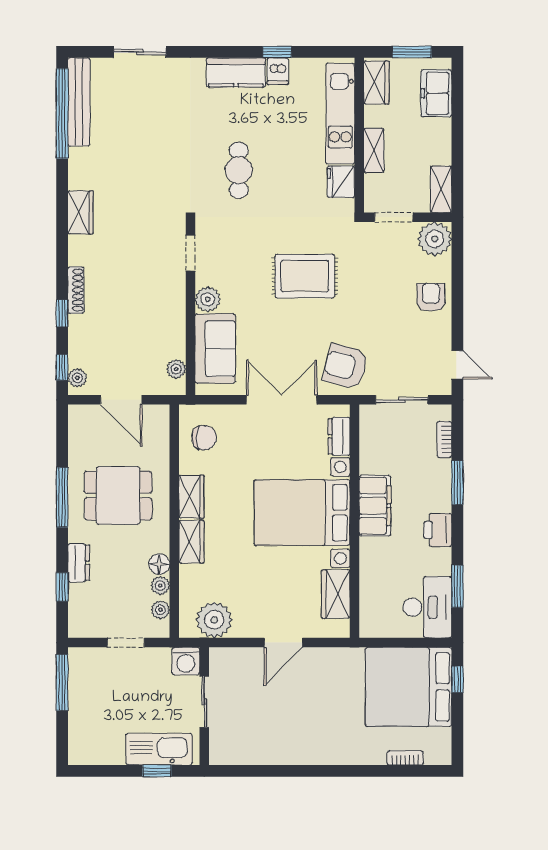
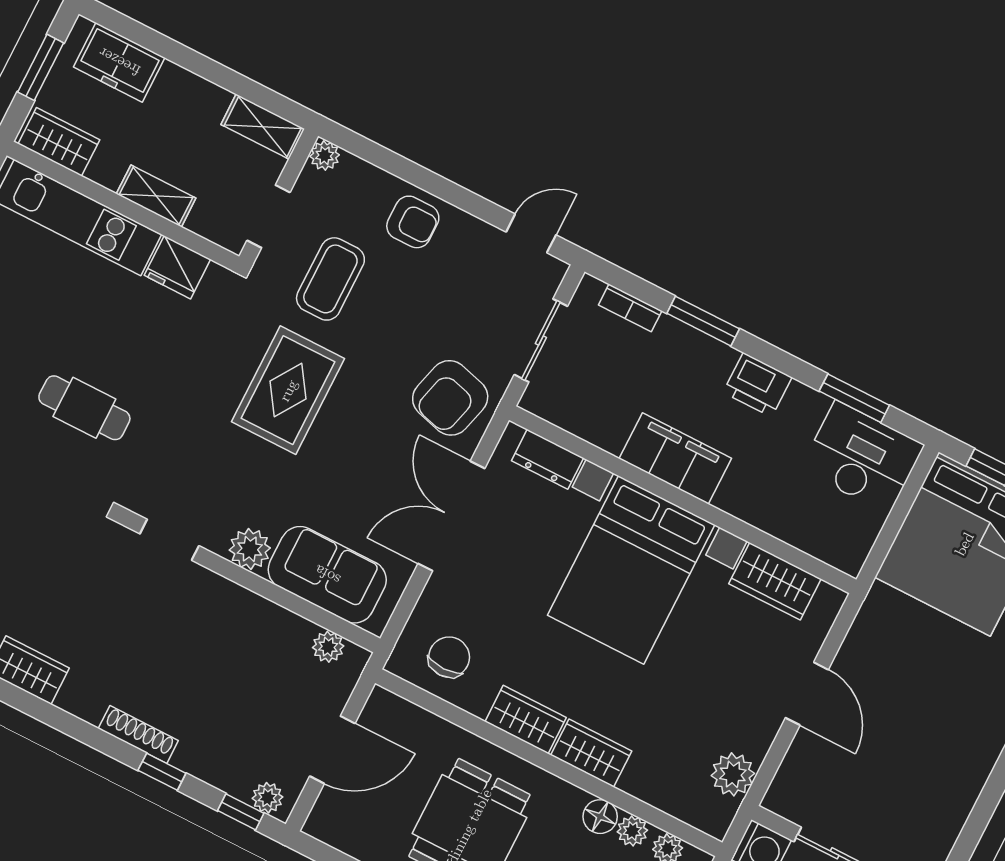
plant: (435, 239) -> (325, 156), width x0.53, depth x0.53
coffee table: (377, 268) -> (330, 279), added
armchair: (431, 297) -> (413, 222), turned 180
plant: (214, 620) -> (733, 774), width x0.73, depth x0.73

